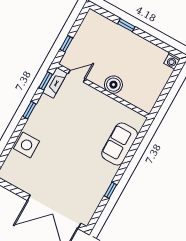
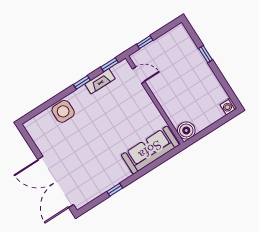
fireplace: (55, 83) -> (100, 81), moved
boiler: (113, 85) -> (186, 130), moved
sofa: (120, 144) -> (150, 150), width x1.36

